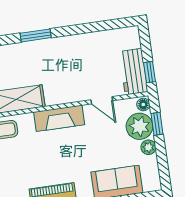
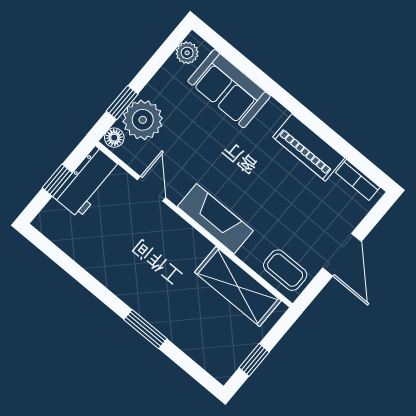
window: (150, 72) -> (57, 180), moved
plant: (148, 147) -> (187, 53), moved

